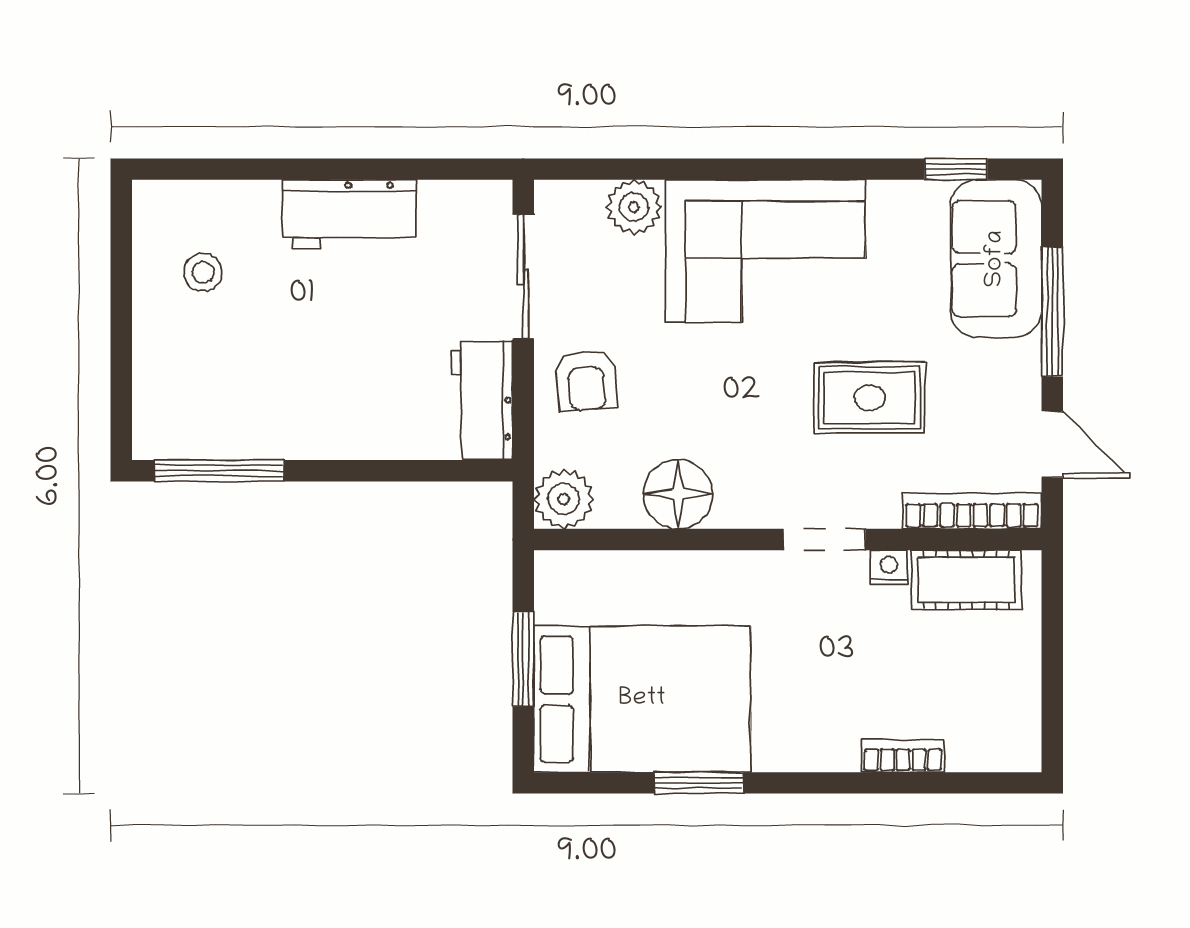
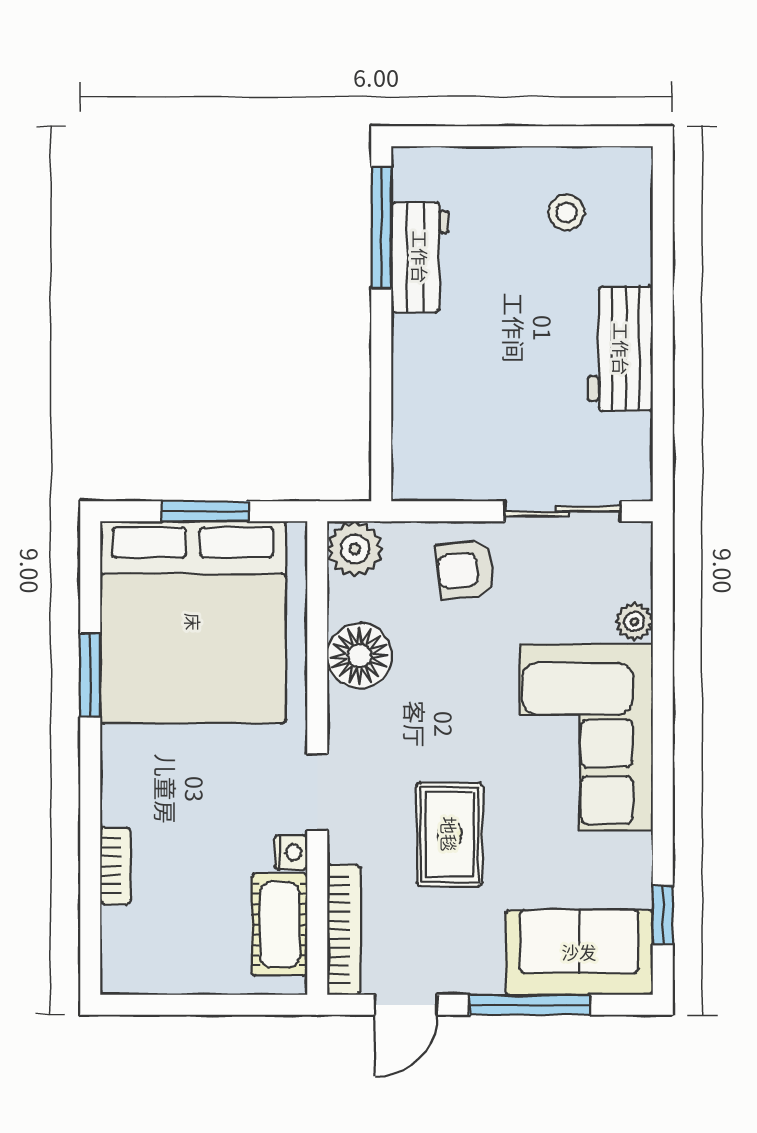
plant: (634, 207) -> (634, 622), width x0.73, depth x0.73
workbench: (482, 401) -> (420, 257), moved, turned 90
bed: (642, 699) -> (193, 622), width x1.36

